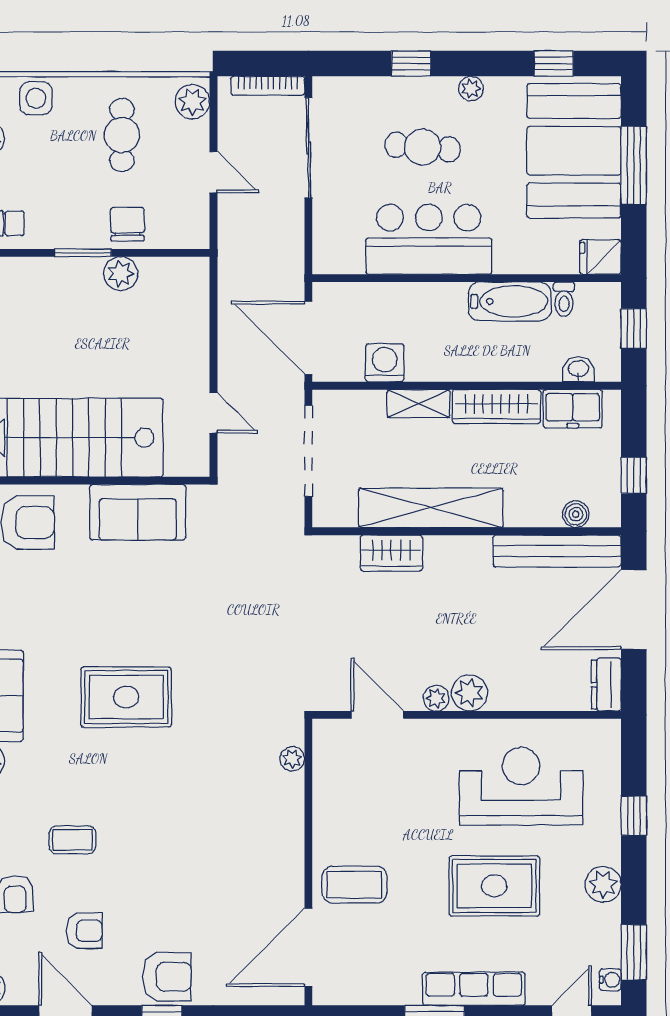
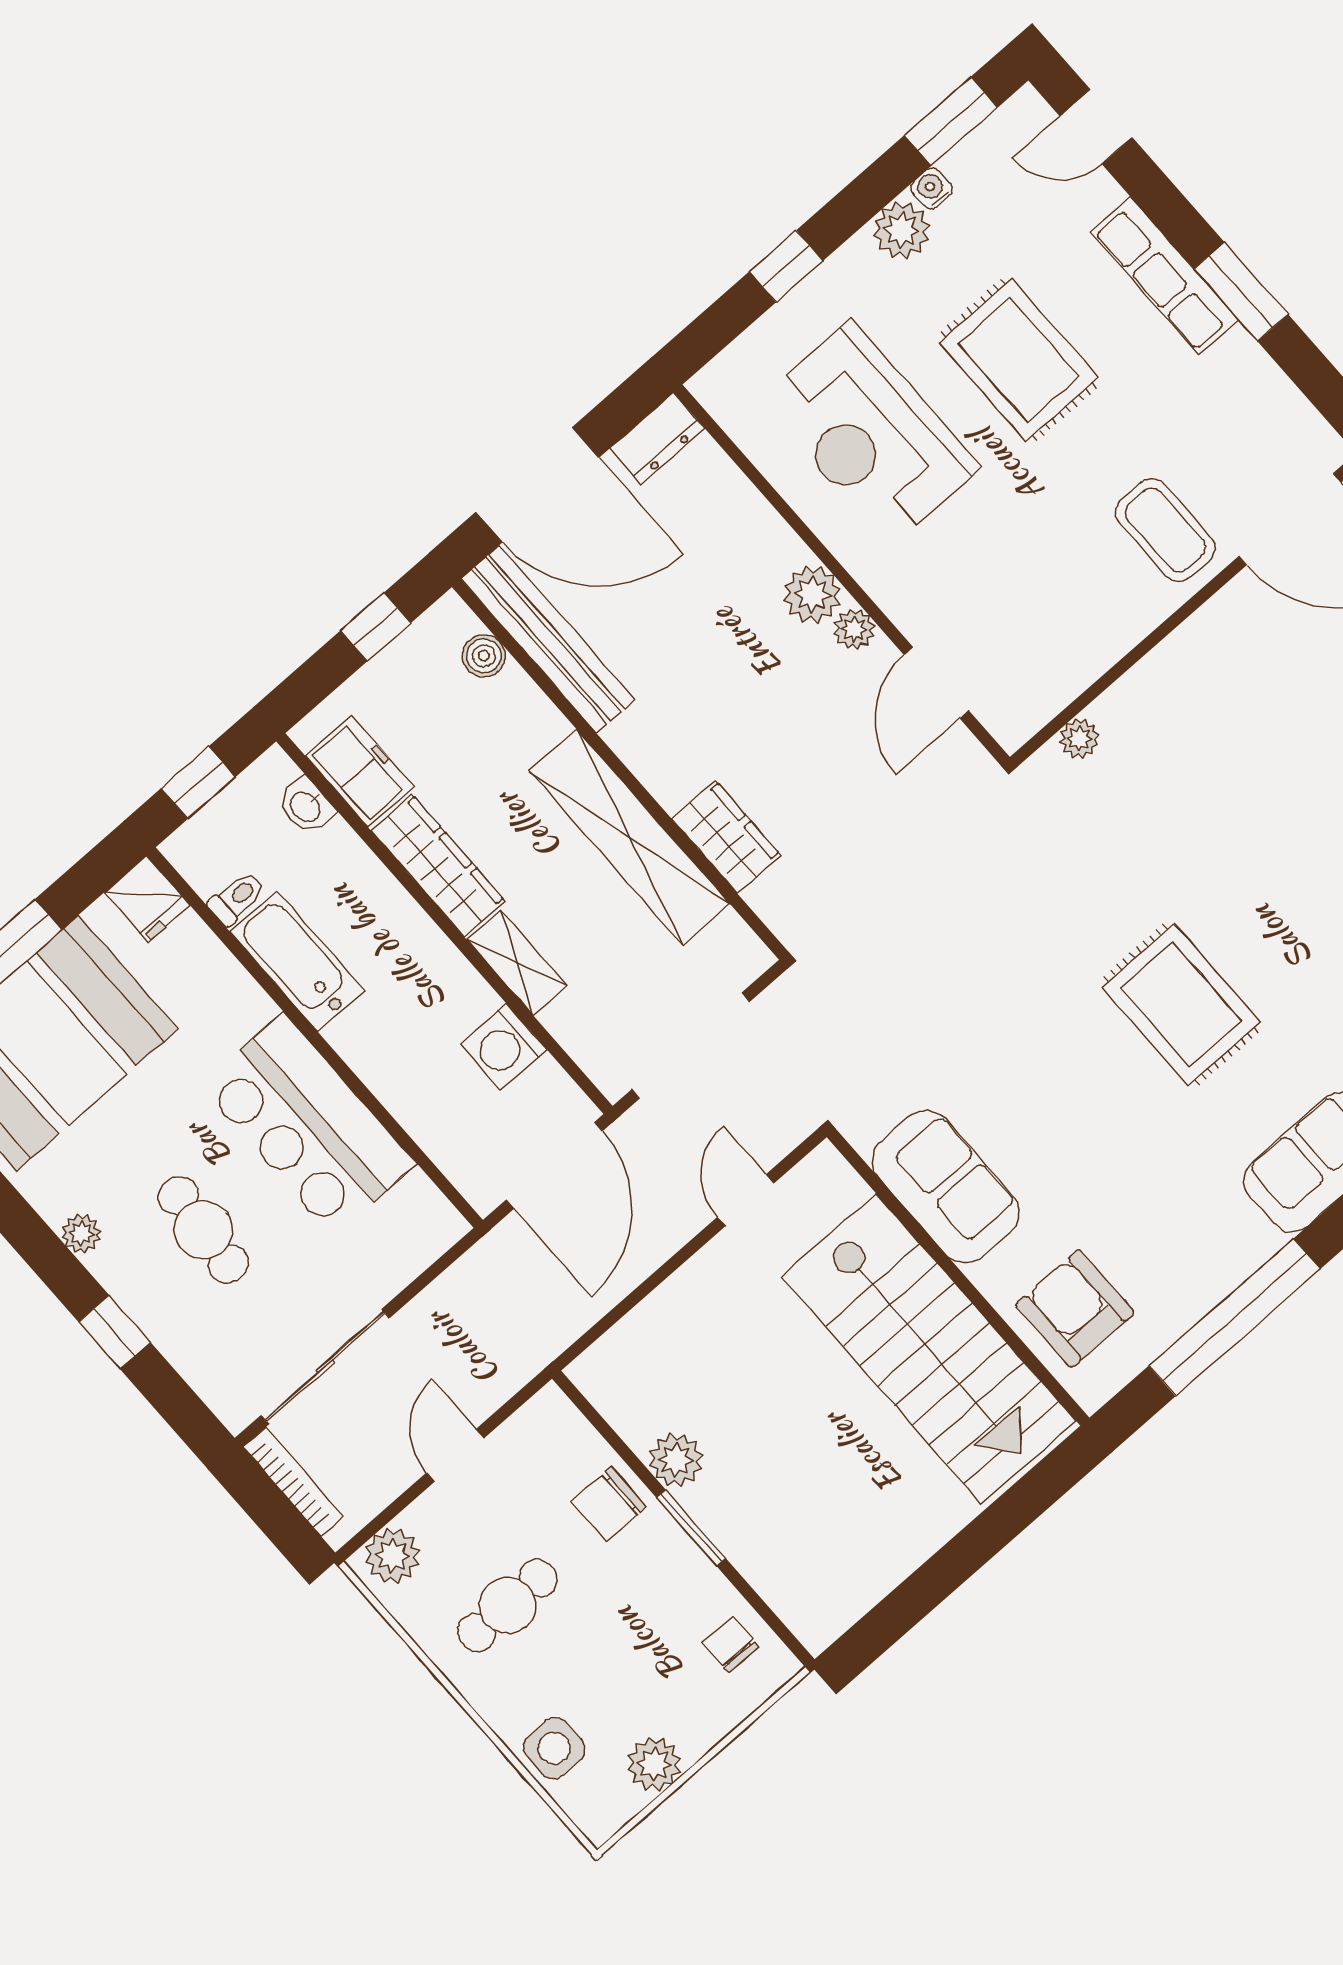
water cooler: (610, 980) -> (932, 189), moved

